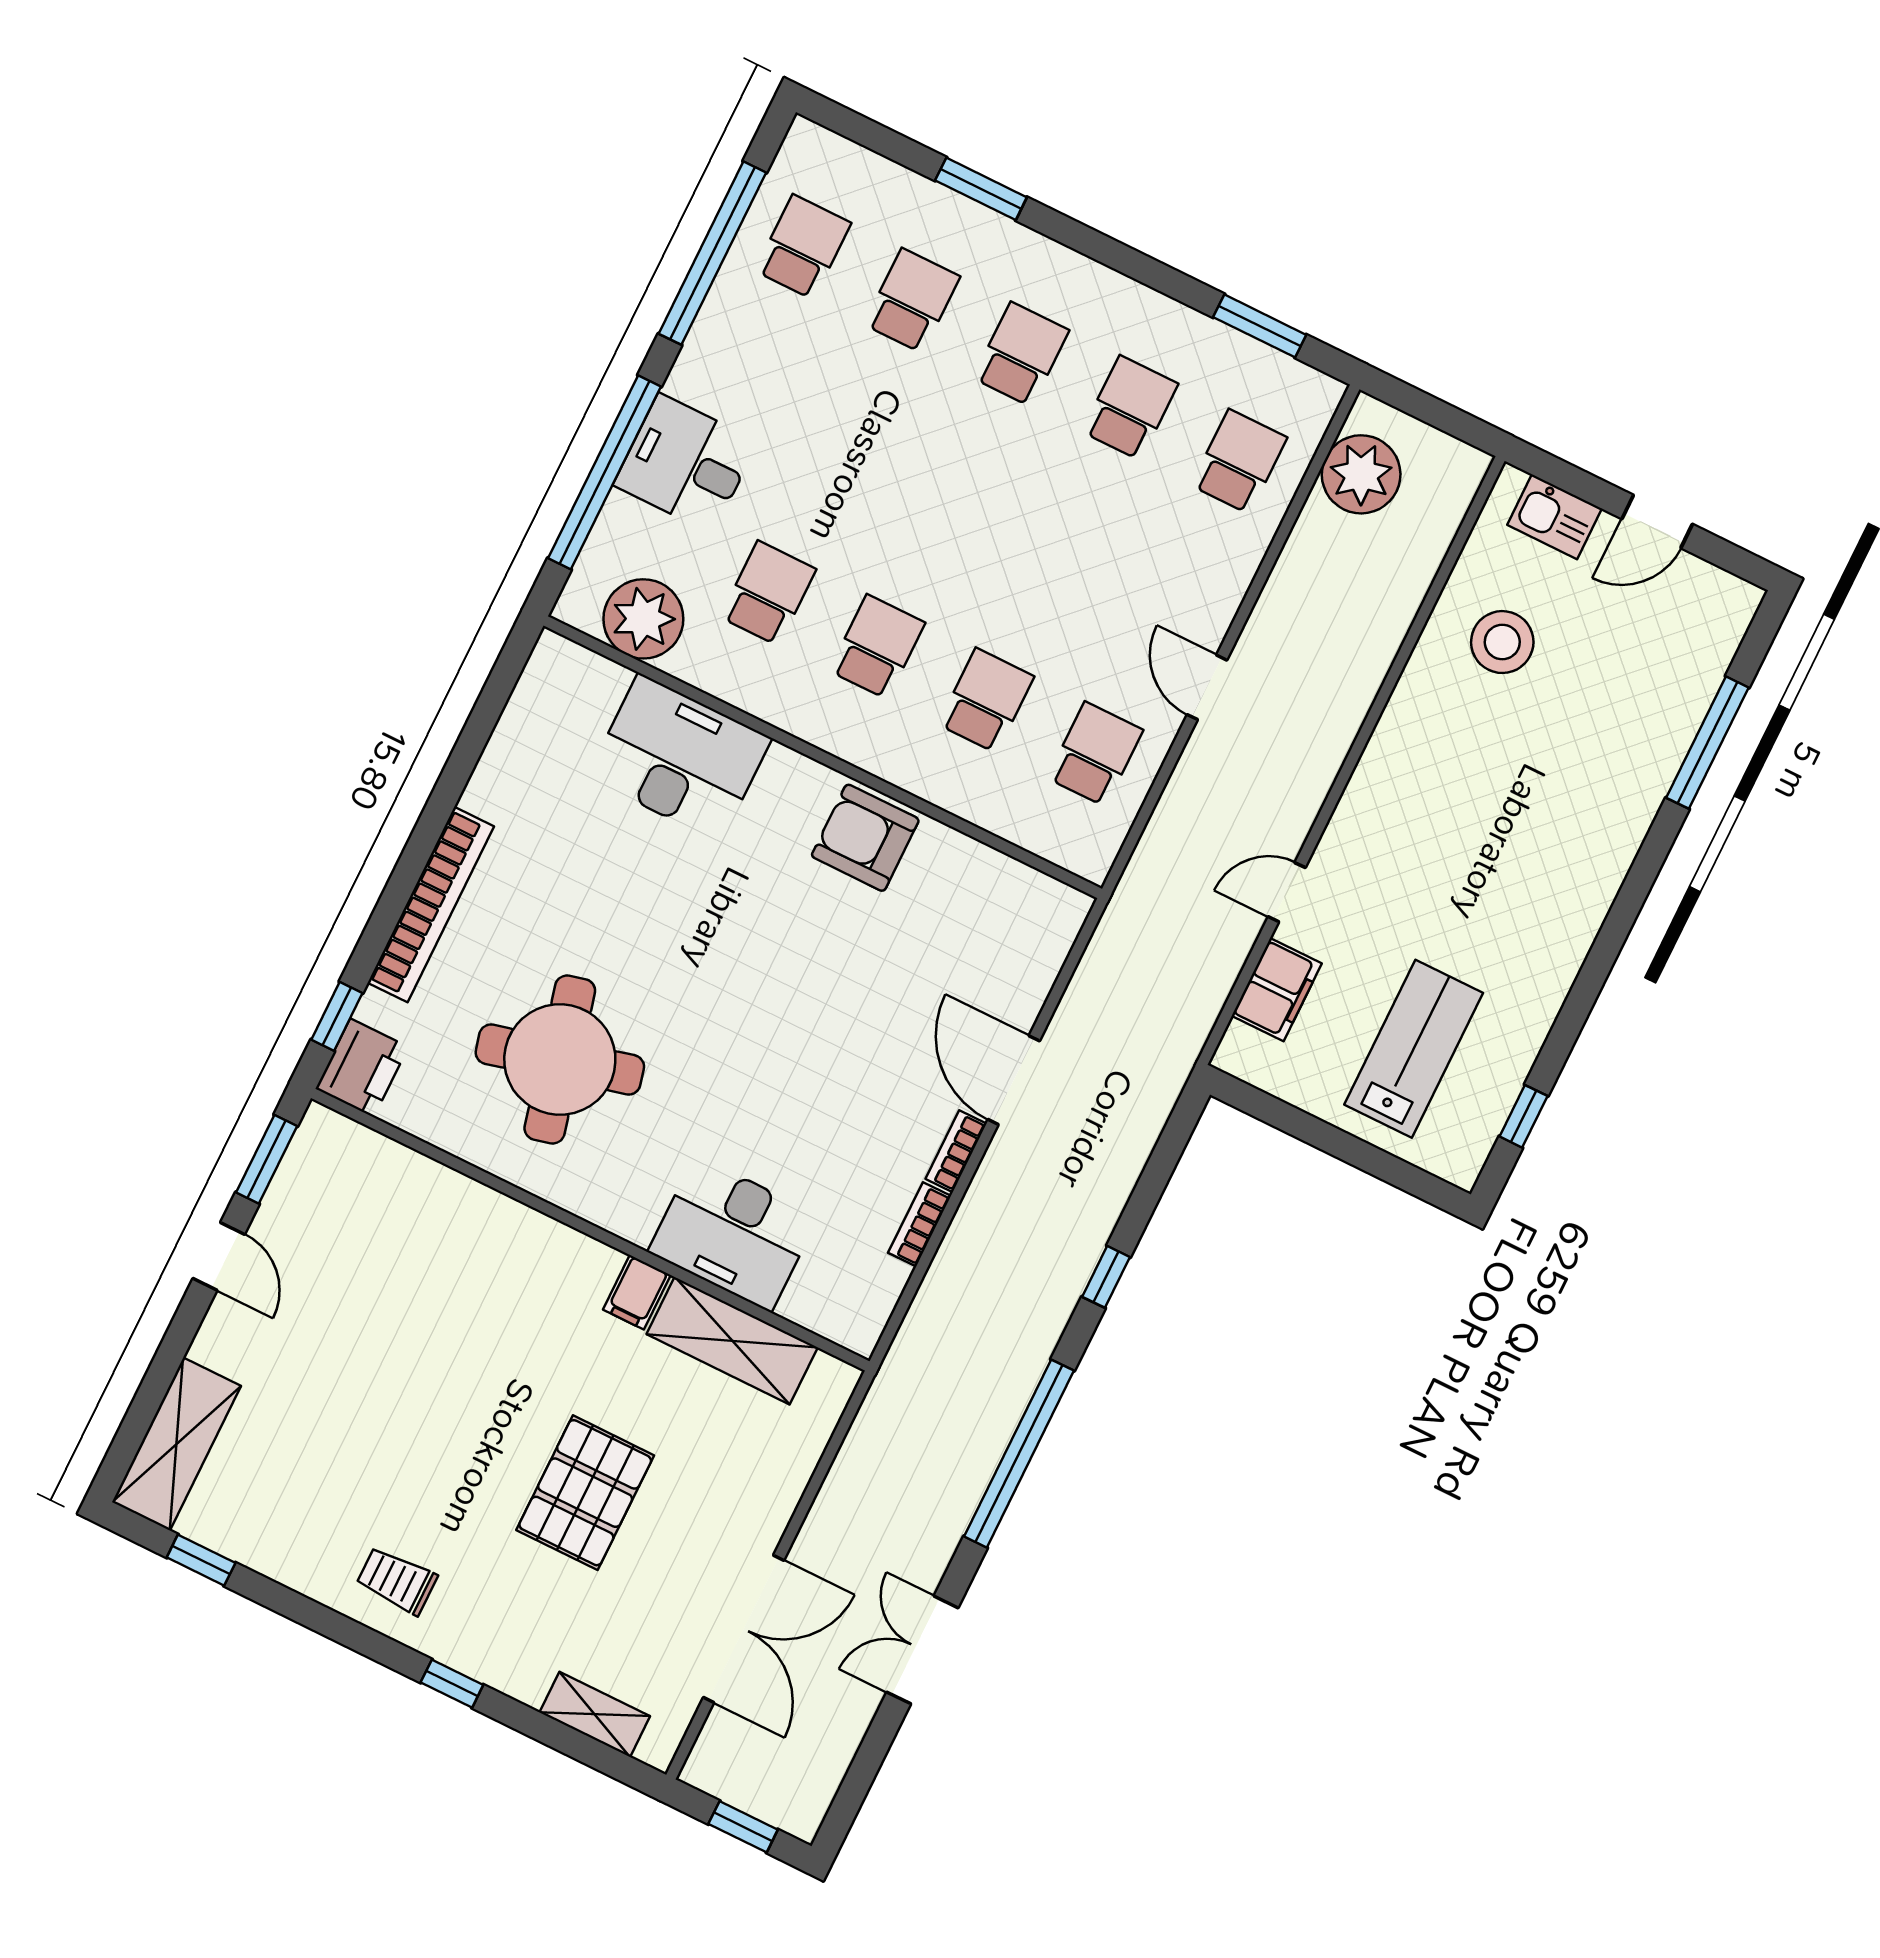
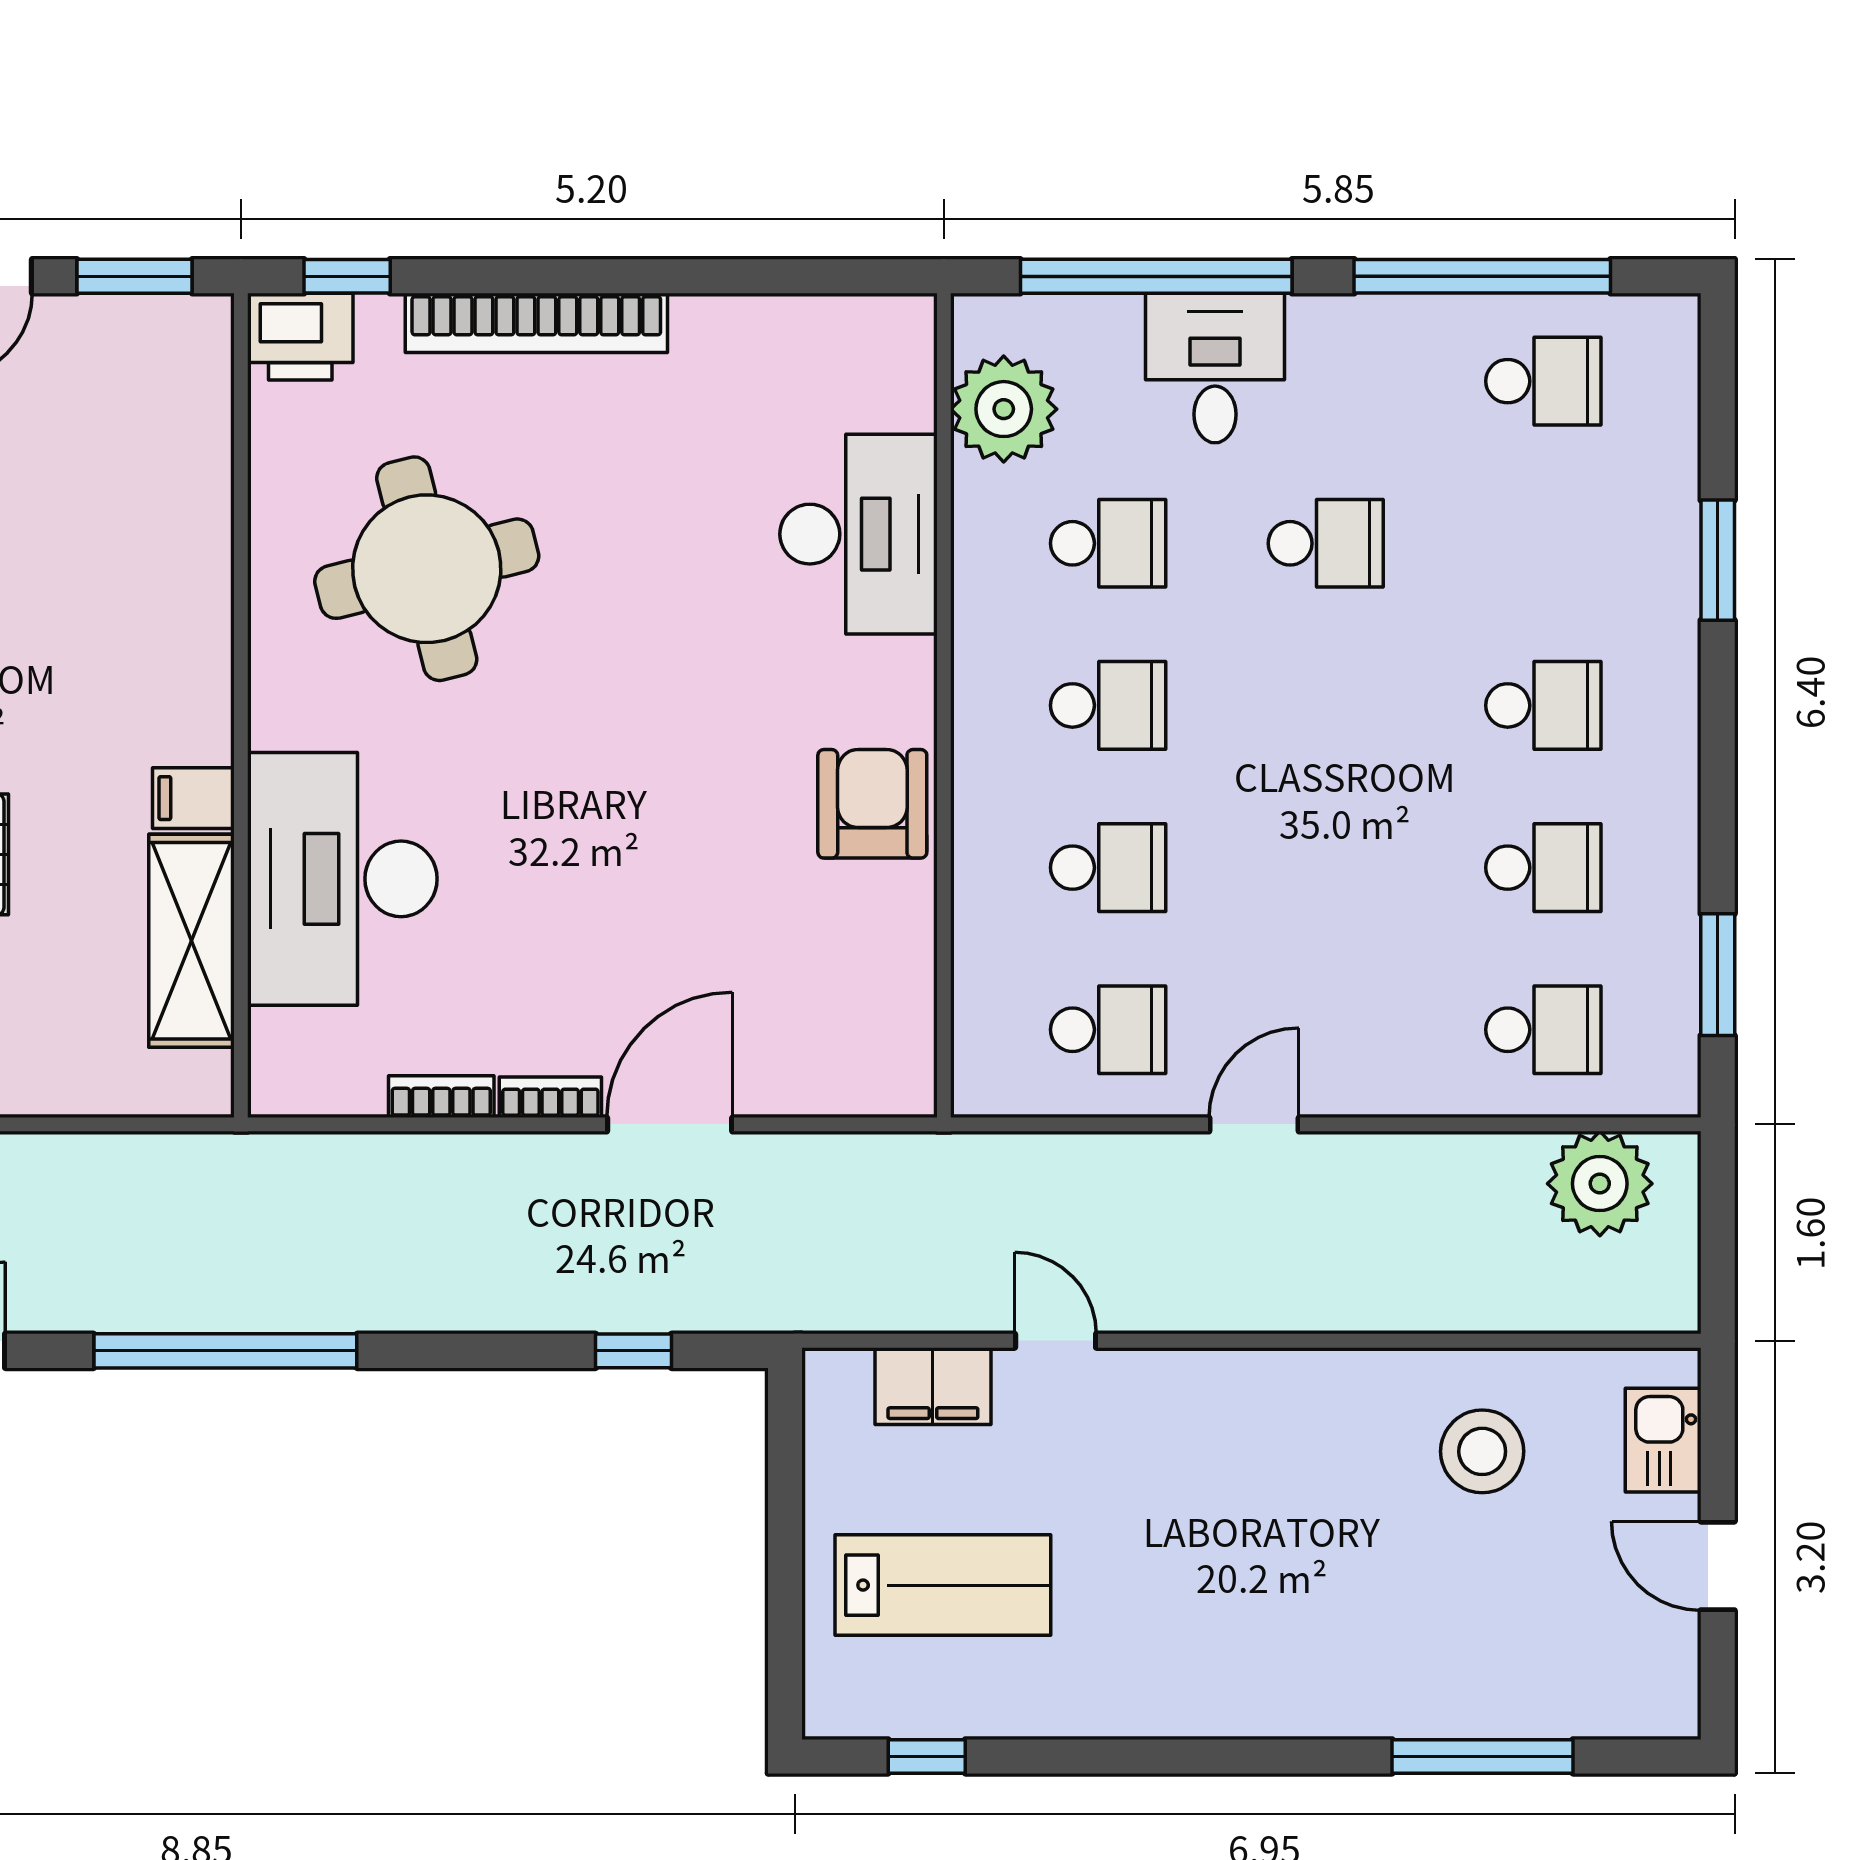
school desk: (912, 301) -> (1326, 543), moved
desk: (733, 1234) -> (342, 879), width x1.36, depth x1.30
window: (1106, 1277) -> (633, 1351), moved

